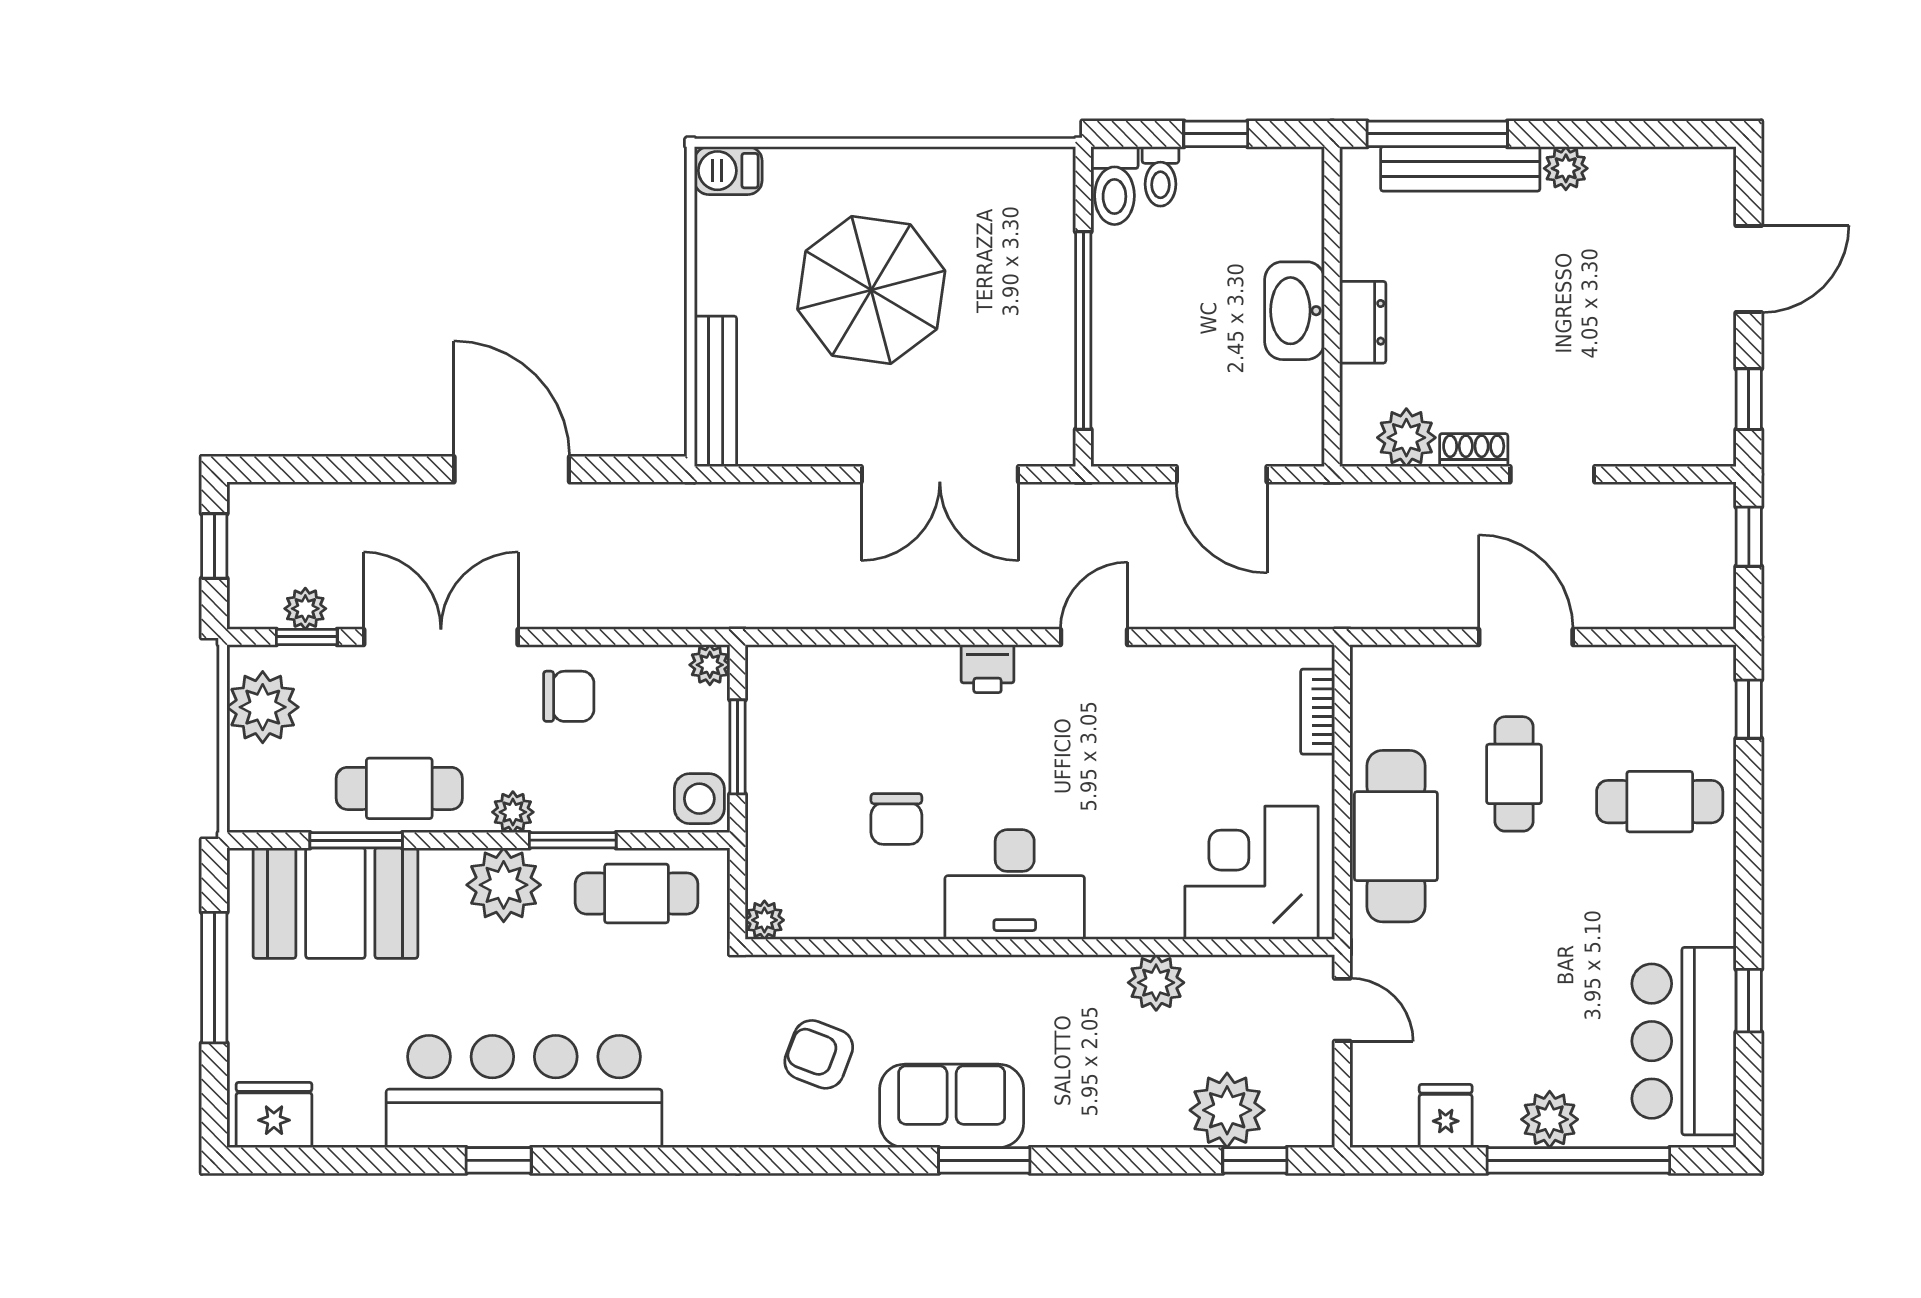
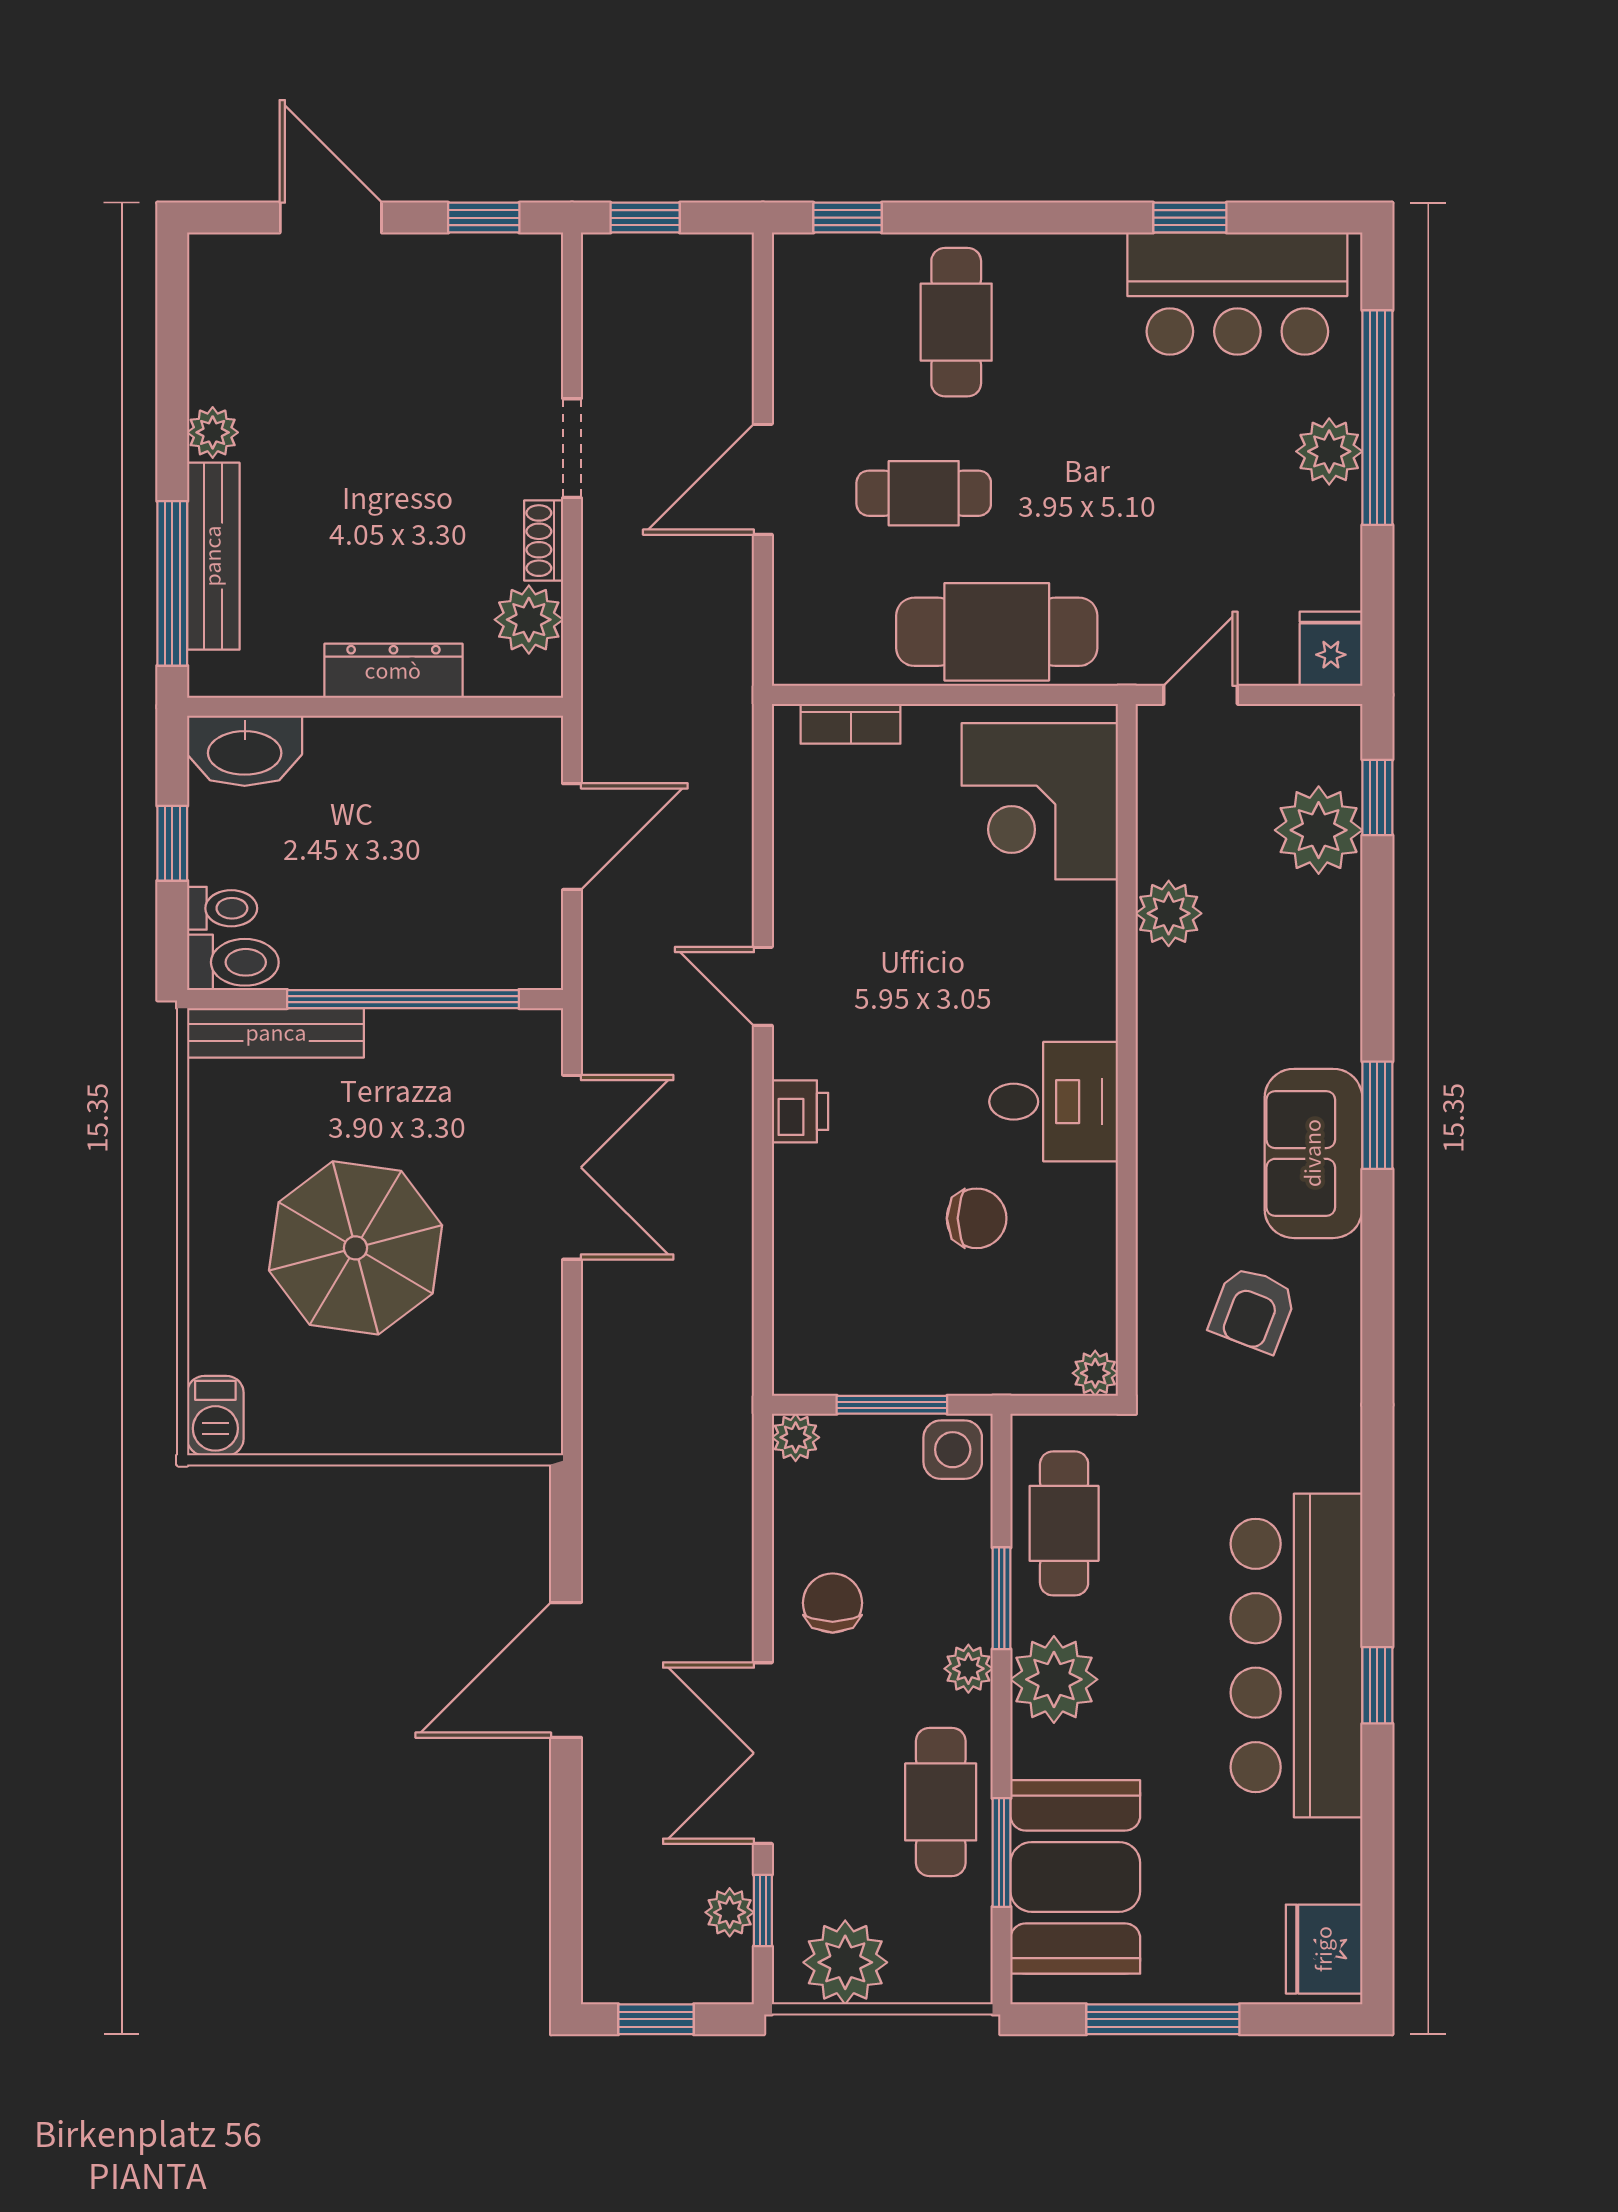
washbasin: (1295, 311) -> (245, 751), moved
dresser: (1363, 322) -> (393, 671), width x1.44
bench: (715, 391) -> (276, 1033), moved
desk: (1015, 885) -> (1054, 1102), width x0.73
fridge: (1446, 1116) -> (1331, 649), moved, turned 90

